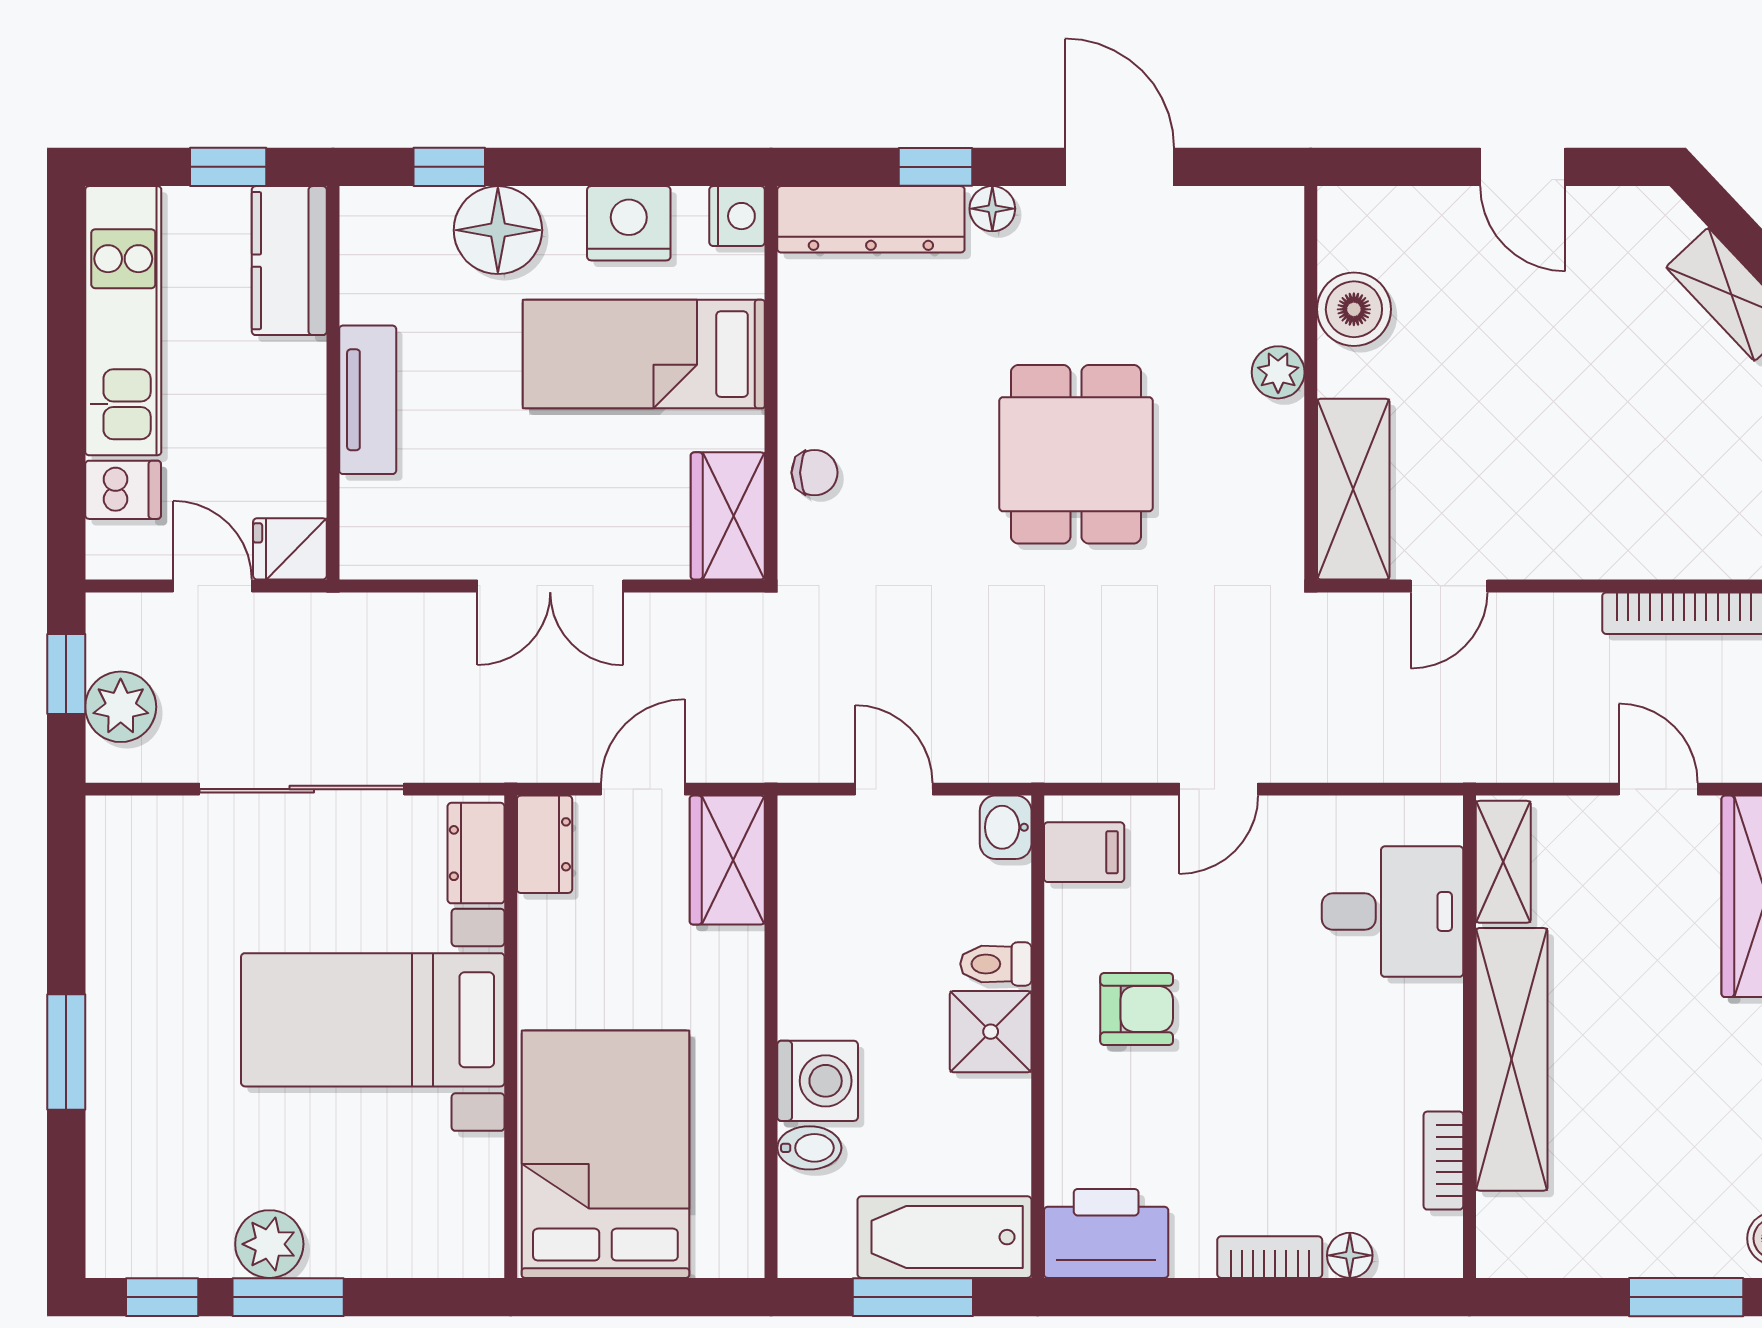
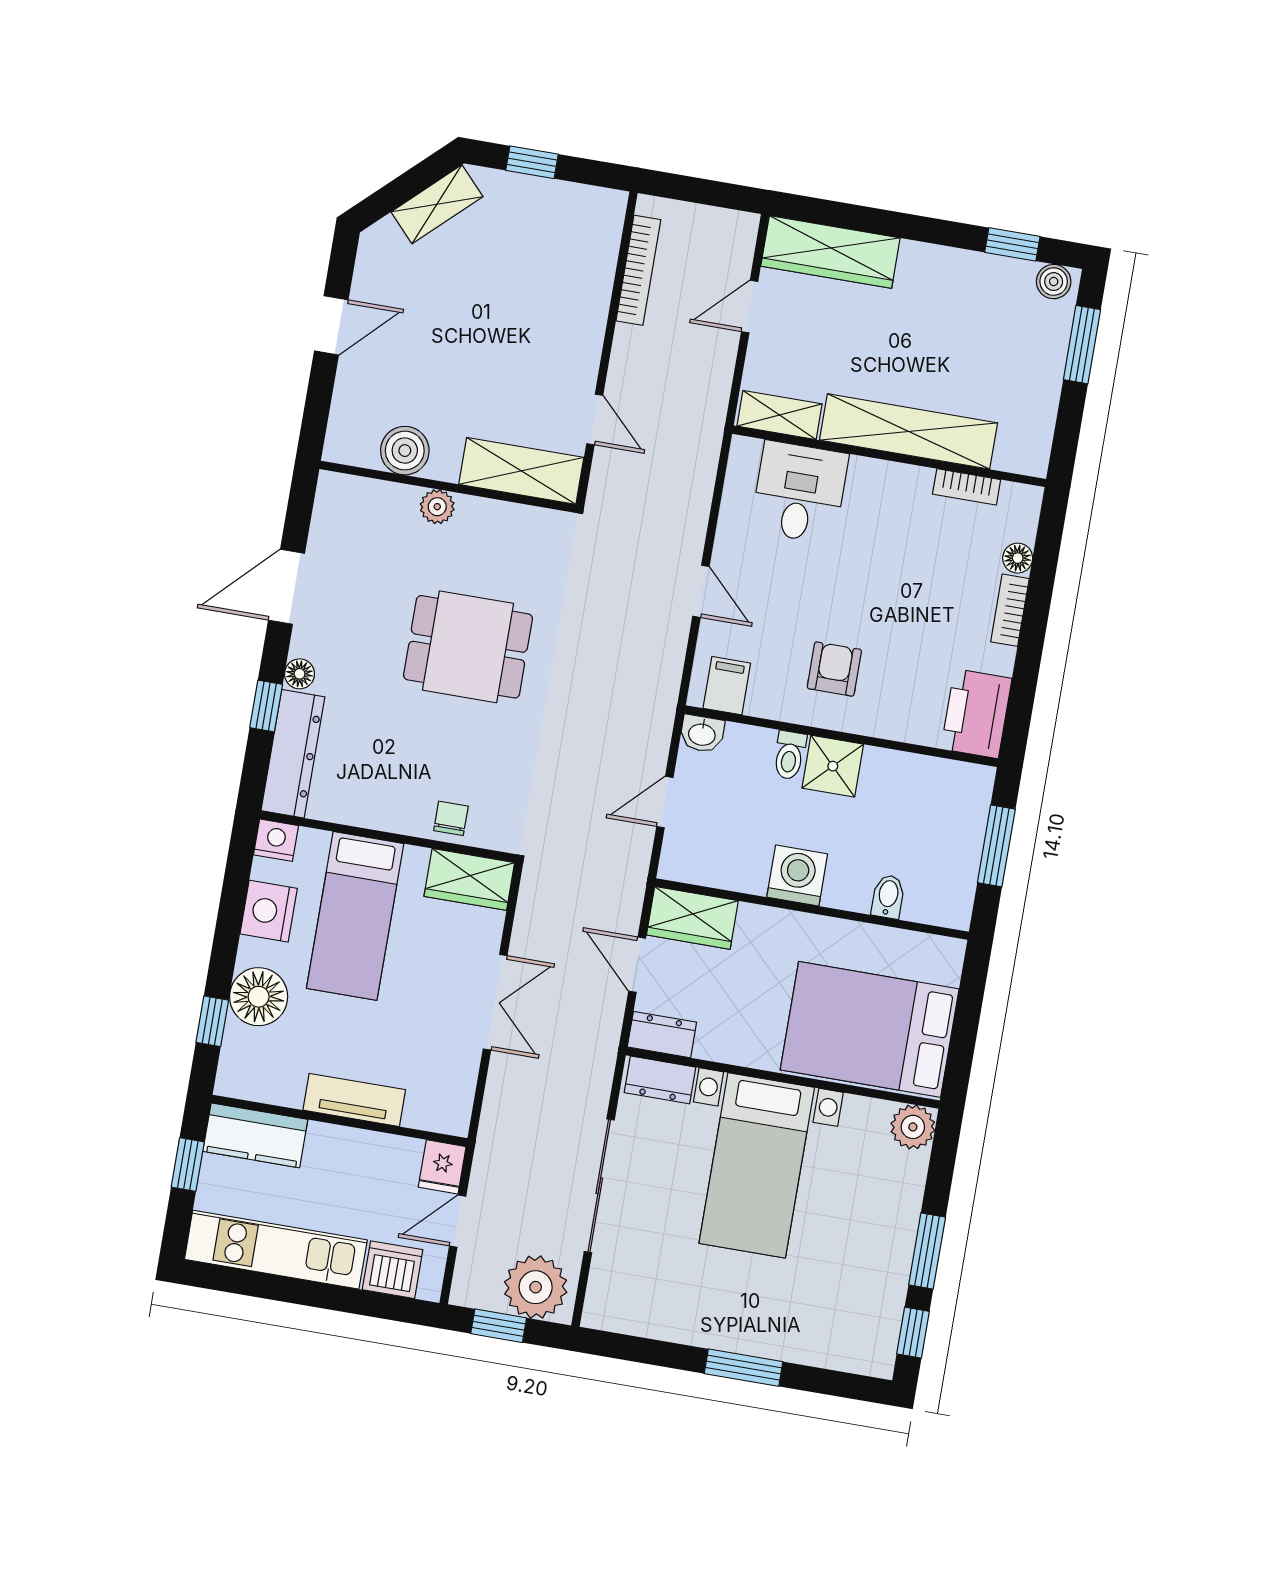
dishwasher: (123, 490) -> (393, 1270), width x1.38
plant: (121, 707) -> (536, 1287), width x1.36, depth x1.36
washing machine: (818, 1081) -> (797, 875), moved
bathtub: (945, 1237) -> (961, 819), removed
plant: (269, 1244) -> (913, 1127), moved

